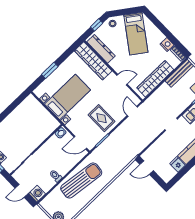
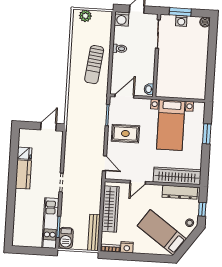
sun lounger: (81, 180) -> (94, 65), width x0.73, depth x0.75

